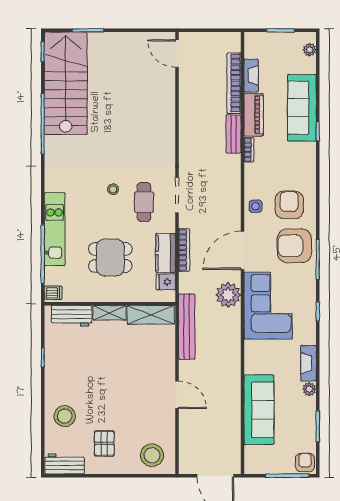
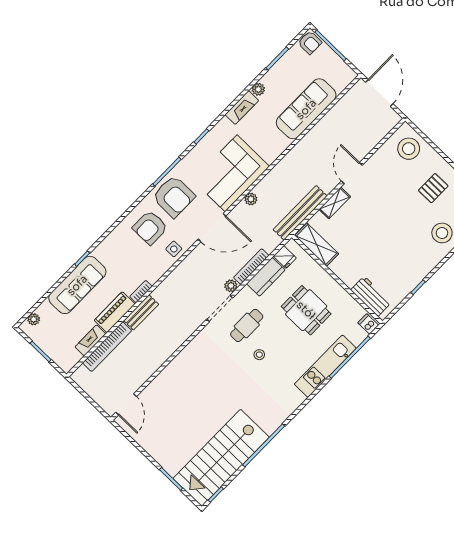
plant: (185, 220) -> (231, 286), added
plant: (228, 295) -> (251, 199), width x0.53, depth x0.53
shelving: (110, 313) -> (335, 203), moved, turned 90
armchair: (305, 463) -> (310, 43), turned -90

